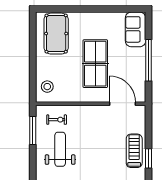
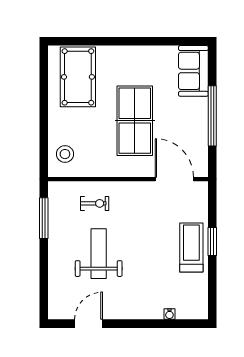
exercise bike: (57, 120) -> (95, 203), moved
weight bench: (60, 149) -> (99, 254), moved
window: (149, 158) -> (212, 242), moved

